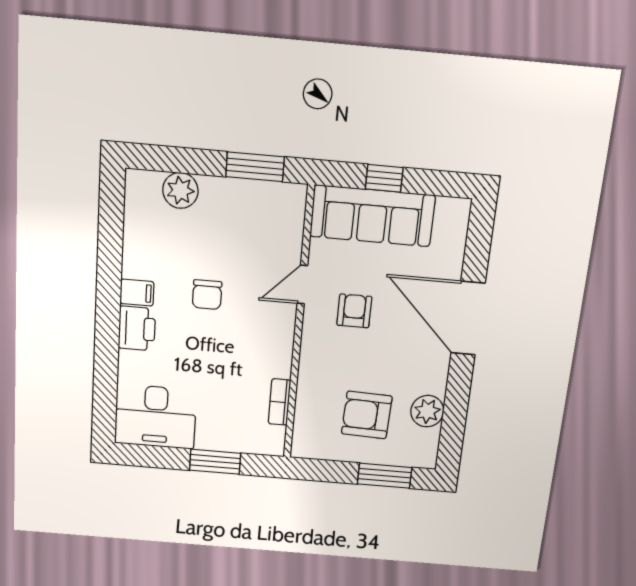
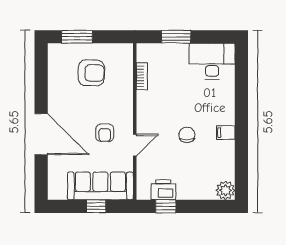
window: (255, 167) -> (166, 206), width x0.67
plant: (180, 190) -> (225, 190), moved
printer: (137, 328) -> (163, 190), moved, turned 90
plant: (427, 411) -> (57, 78), removed

